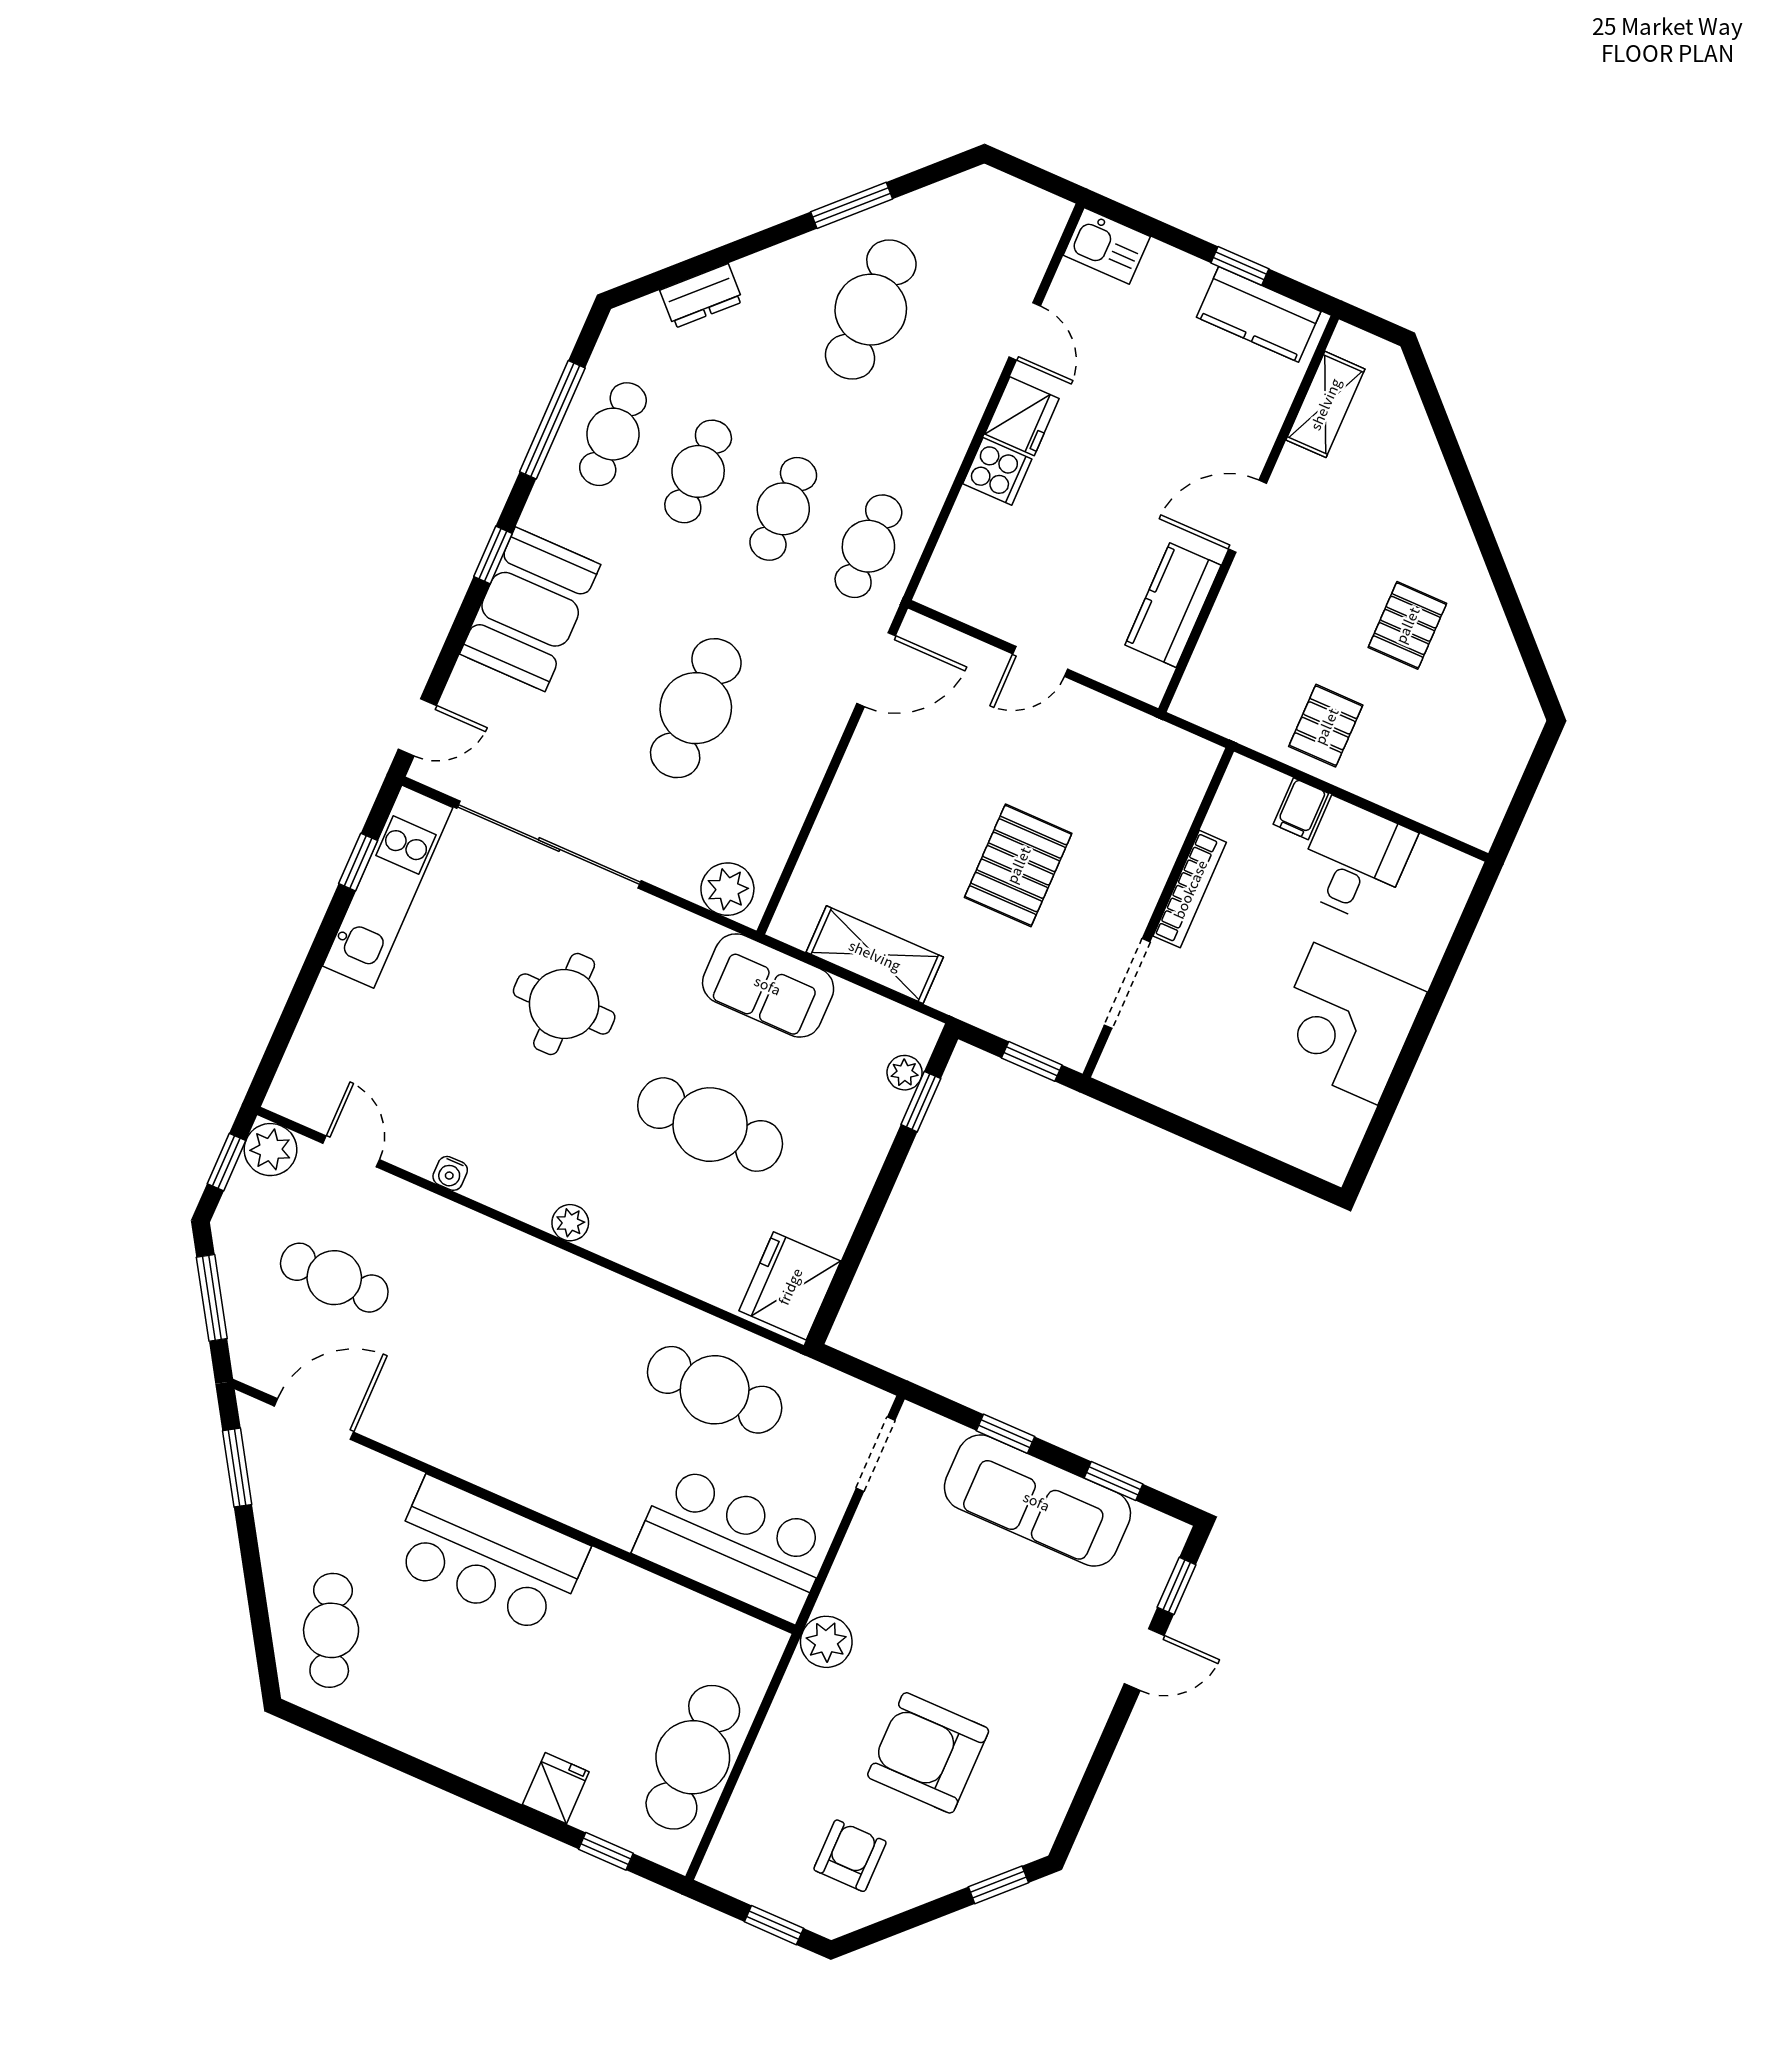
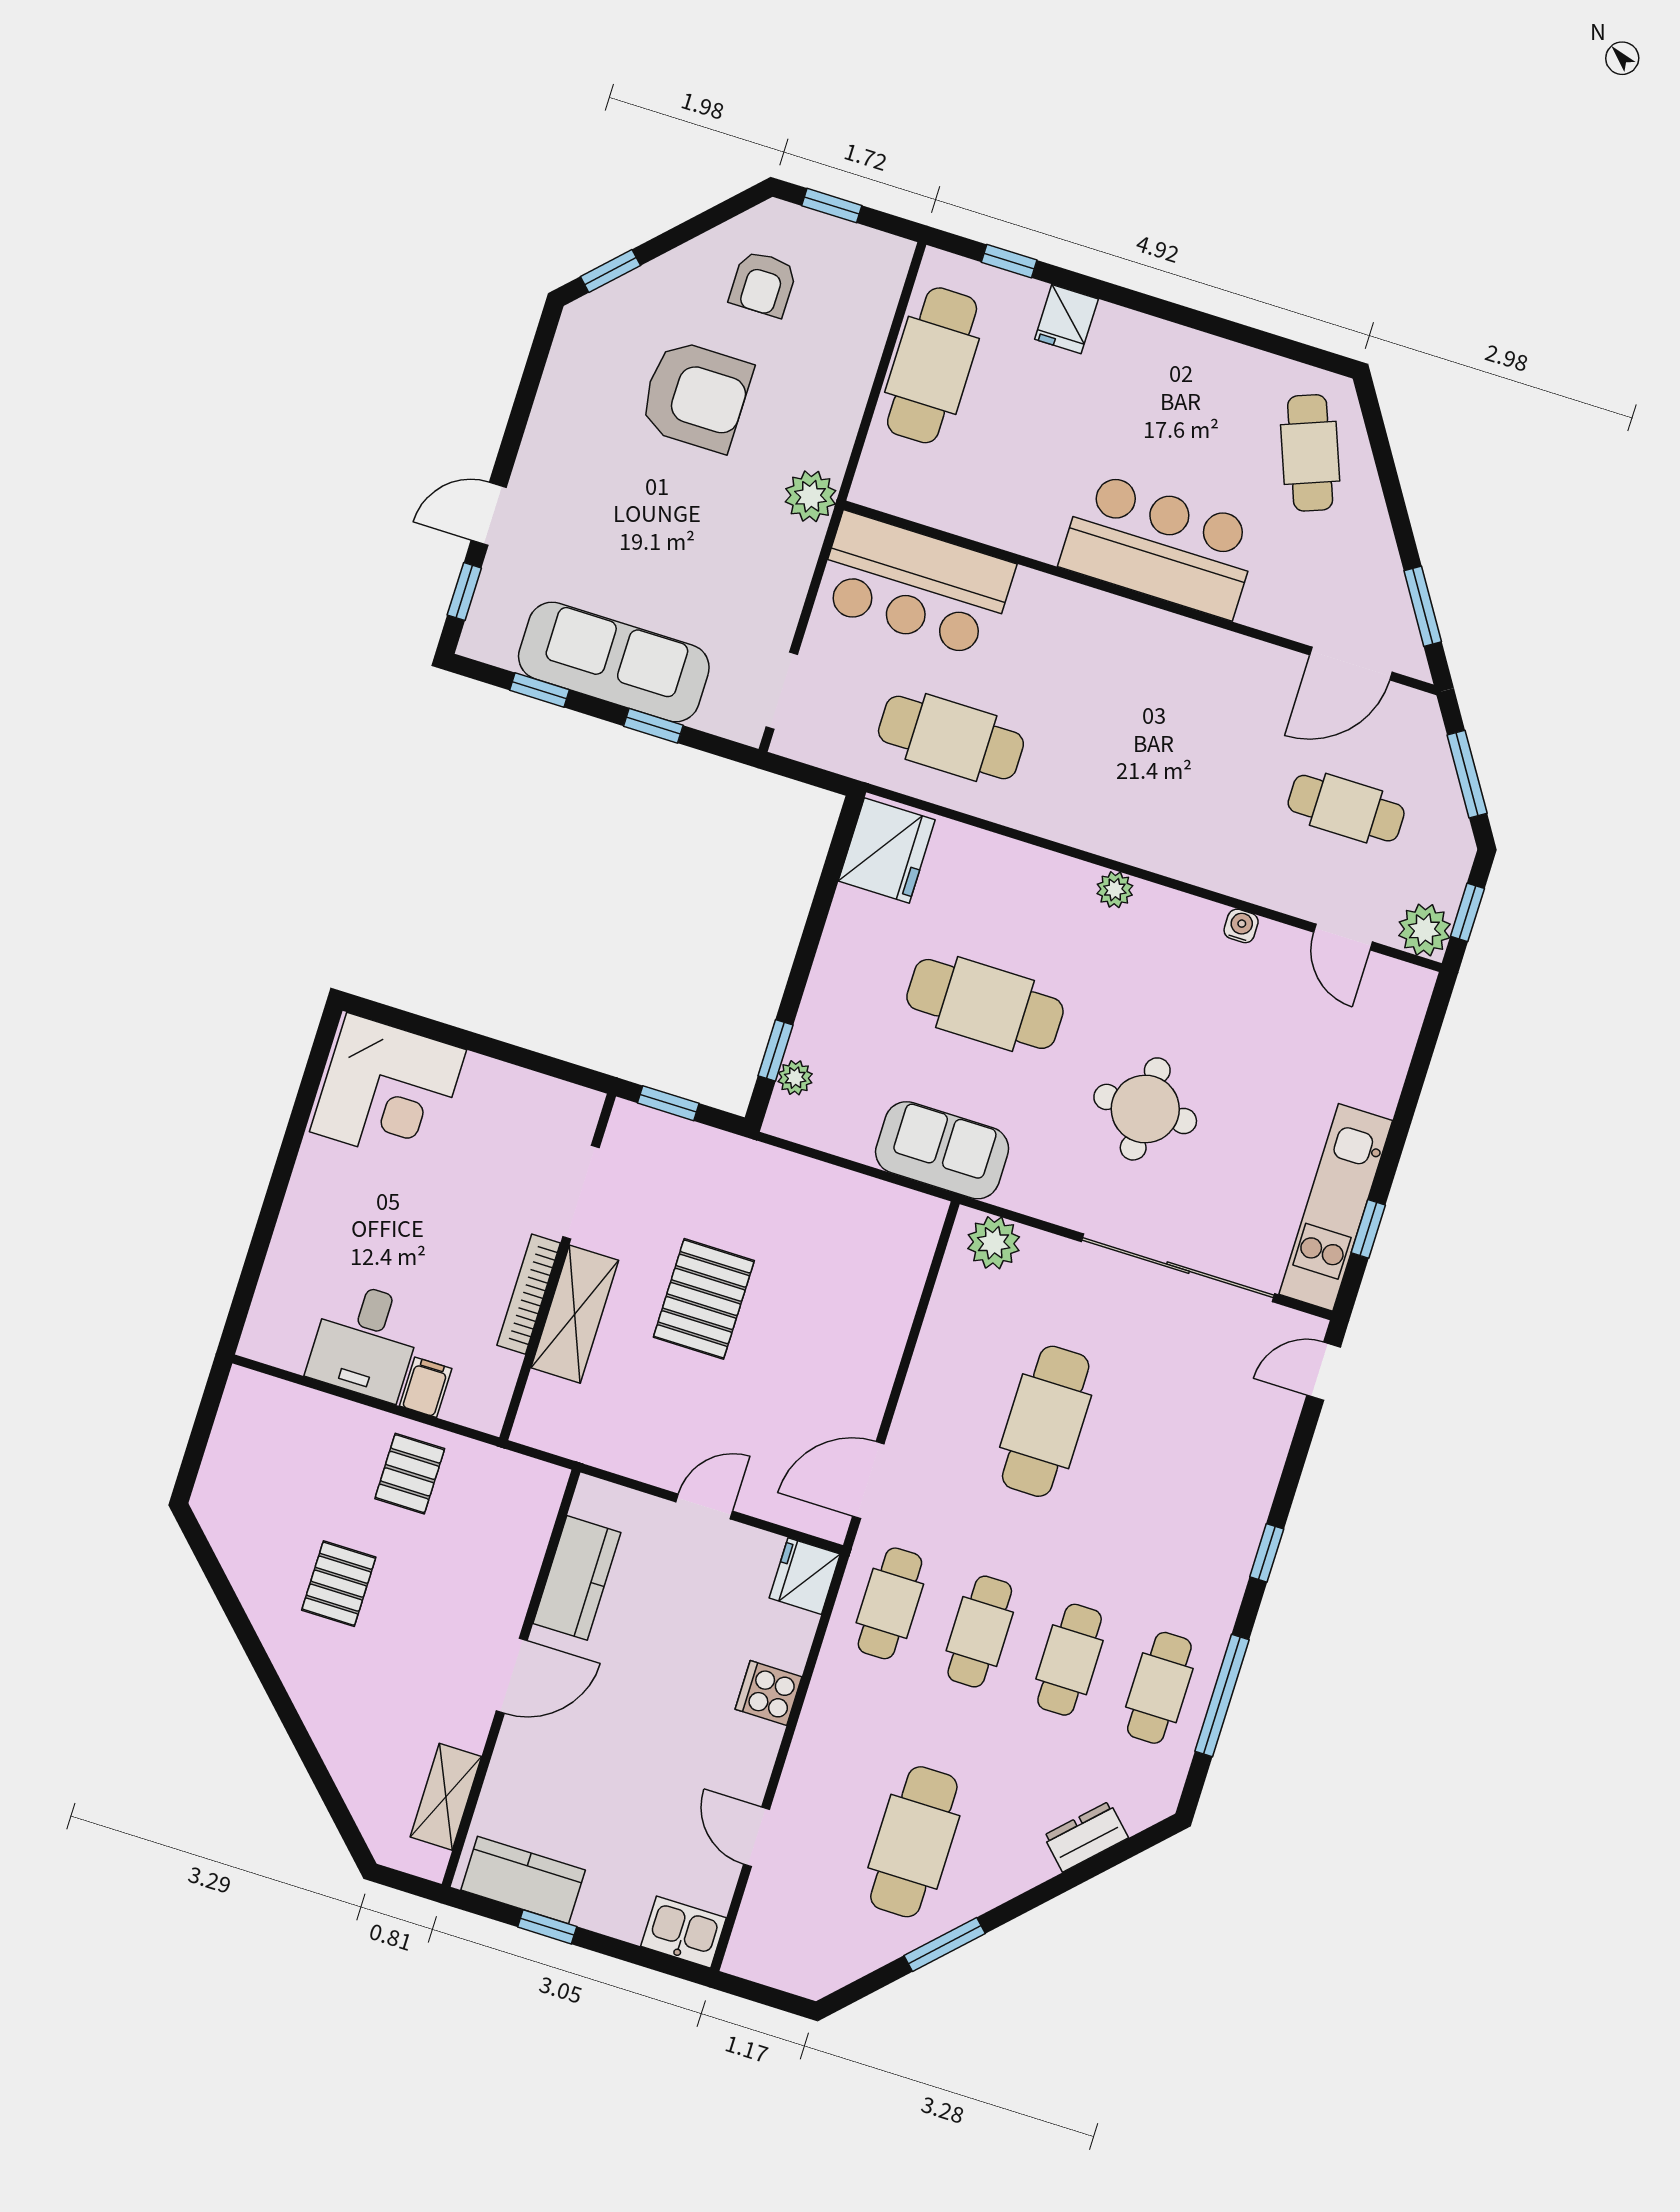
fridge: (1022, 416) -> (805, 1576), moved
booth: (530, 609) -> (1223, 1502), removed
shelving: (875, 955) -> (575, 1314), moved, turned 90
corner desk: (1346, 1024) -> (388, 1091), moved, turned 90

